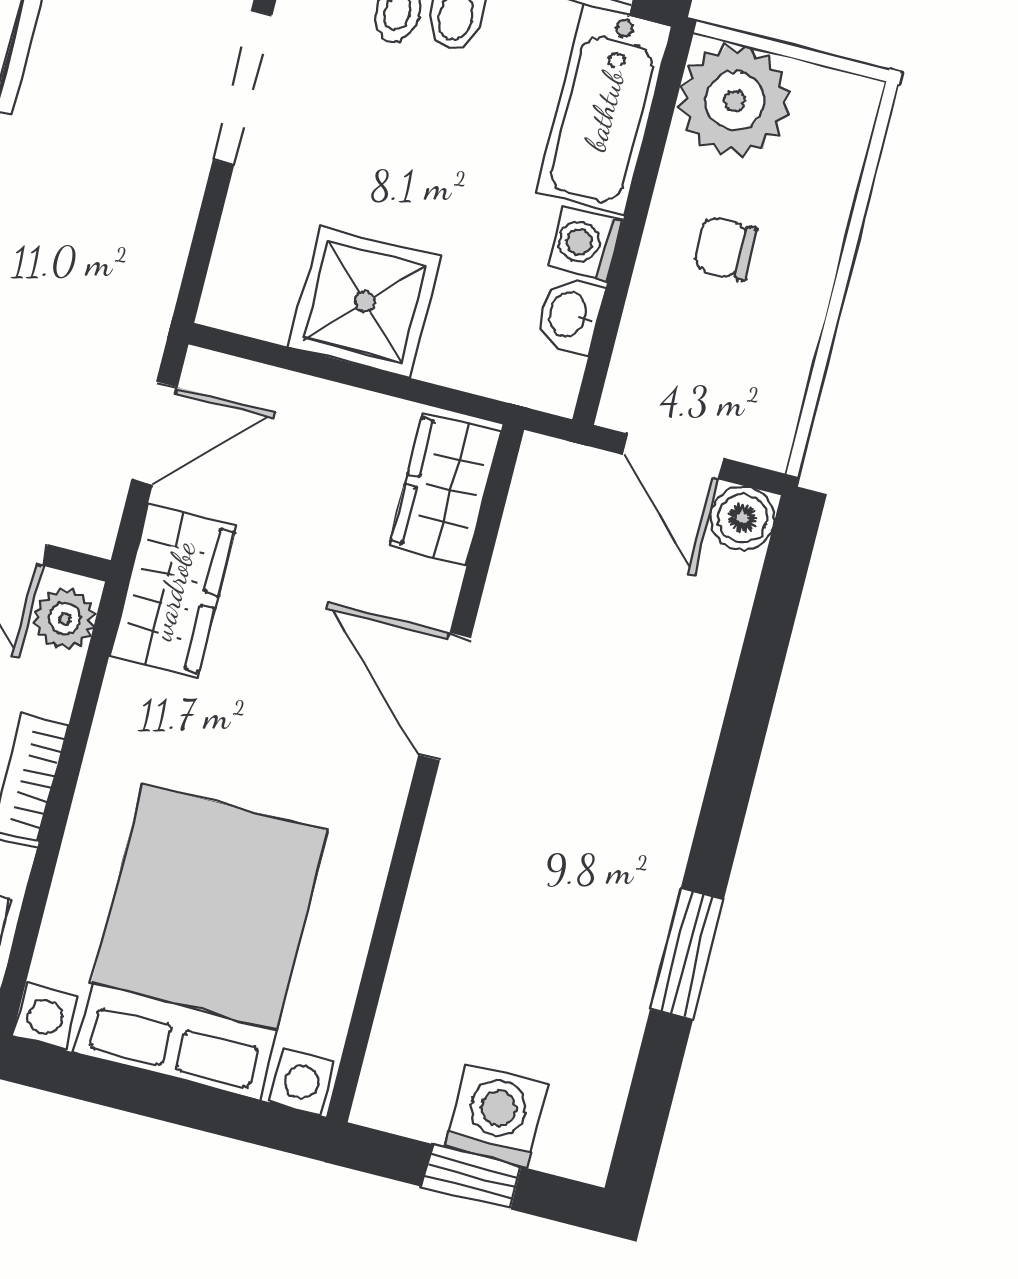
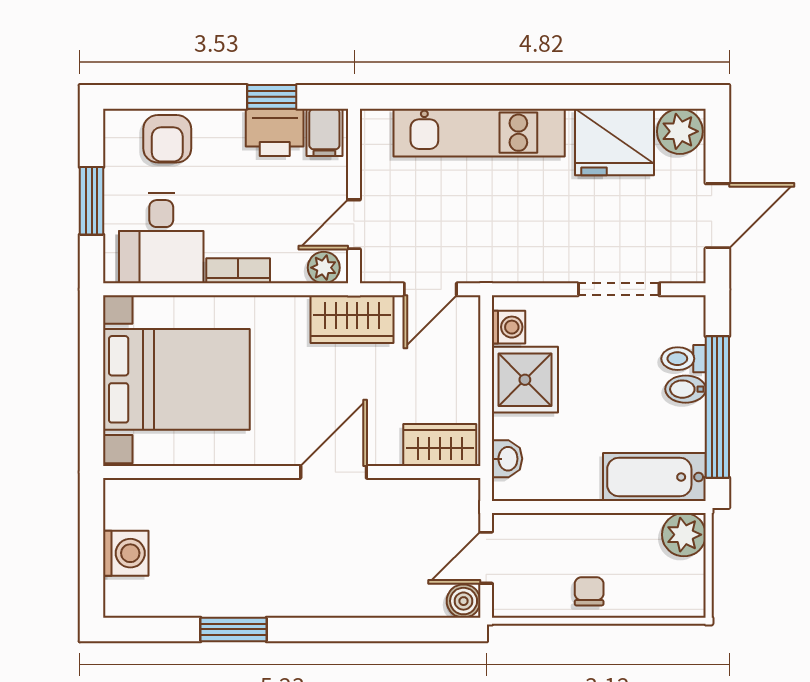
plant: (735, 101) -> (684, 535), width x0.73, depth x0.73
washing machine: (585, 243) -> (508, 327), moved, turned 90
chair: (725, 248) -> (589, 591), moved
washbasin: (570, 314) -> (507, 459), moved, turned 90
door: (154, 433) -> (430, 289), hinge flipped
window: (472, 1177) -> (92, 548), removed

